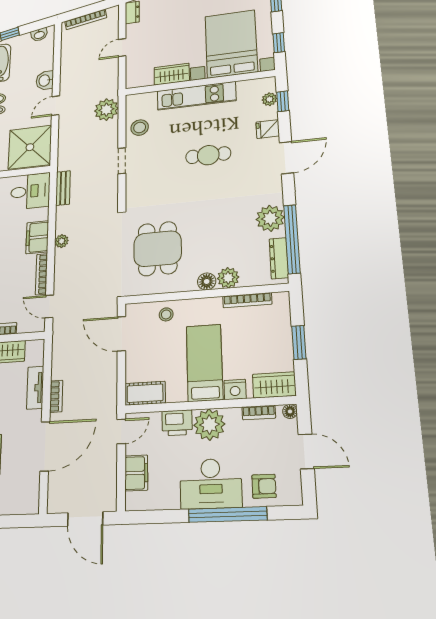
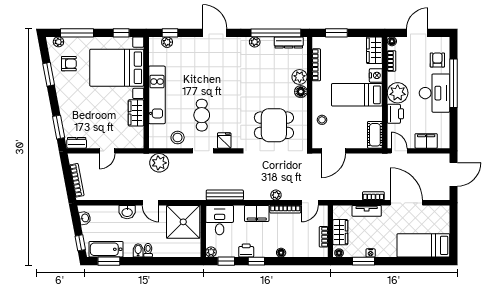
door: (122, 48) -> (107, 151), hinge flipped
fridge: (268, 129) -> (224, 140), moved, turned 180
cafe table: (208, 155) -> (202, 115), moved
bench: (63, 188) -> (225, 195), width x1.36
plant: (270, 218) -> (255, 42), width x0.53, depth x0.53
plant: (62, 241) -> (276, 195), moved
window: (299, 342) -> (336, 33), moved

